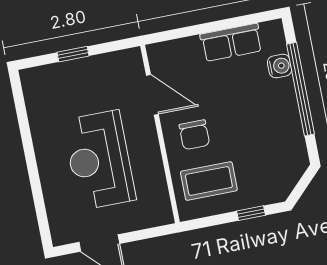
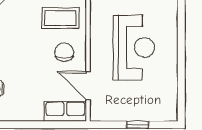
row of seats: (231, 42) -> (65, 111), moved

